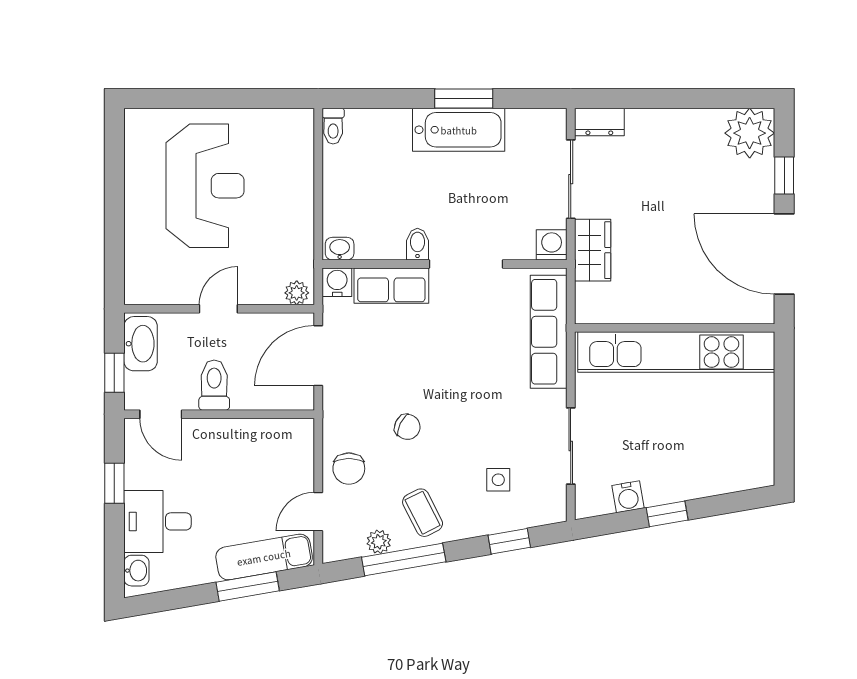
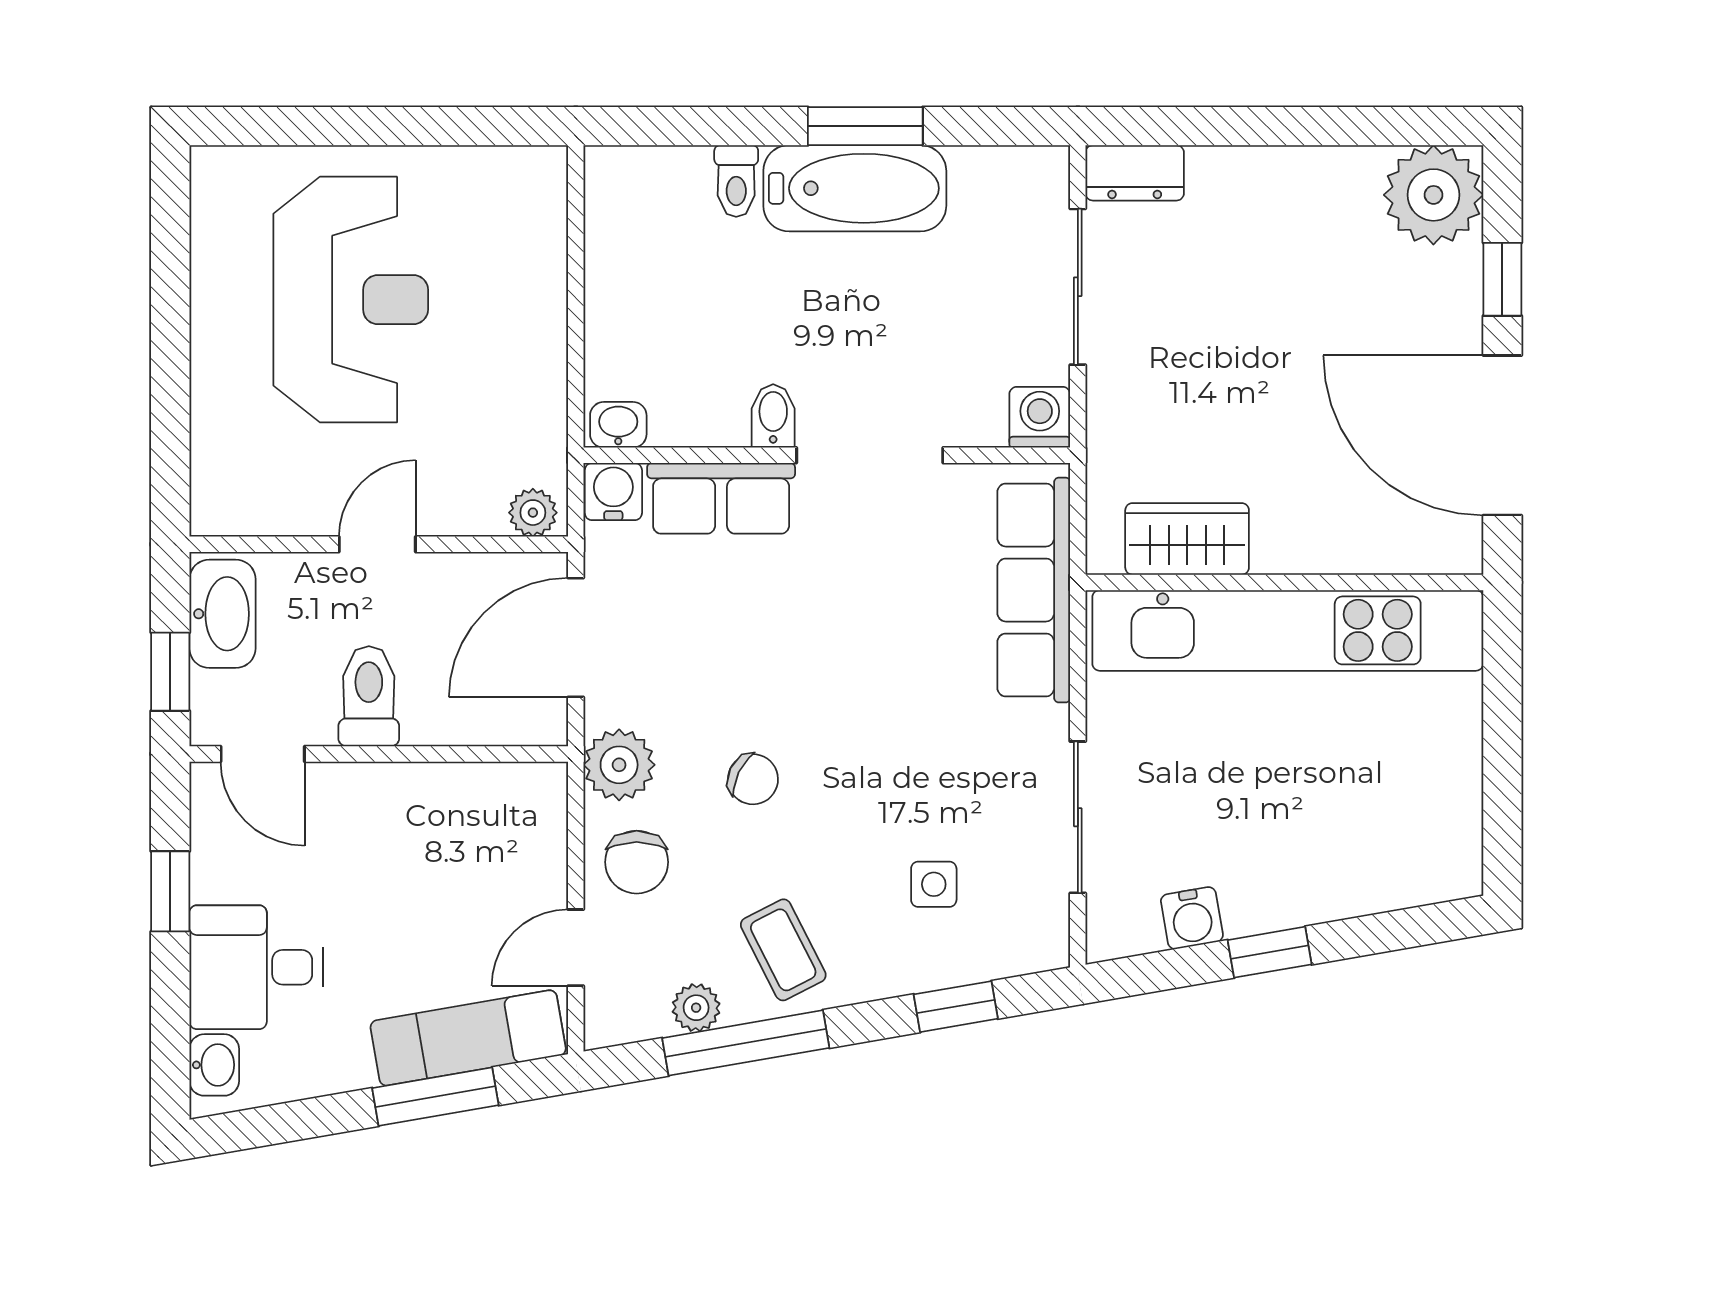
toilet: (333, 126) -> (736, 181), moved
wardrobe: (593, 250) -> (1187, 539), moved, turned -90
plant: (340, 420) -> (619, 765), added

